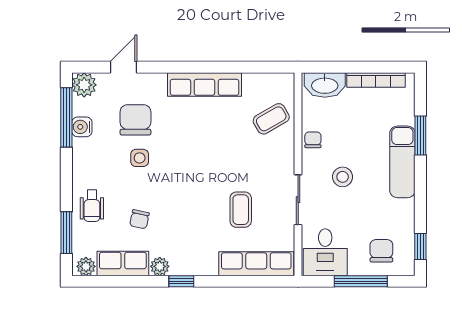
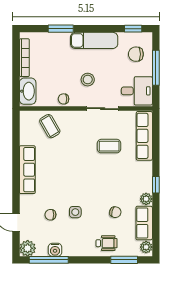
chair: (135, 120) -> (50, 215), width x0.54, depth x0.54
exam couch: (402, 162) -> (94, 40), moved

